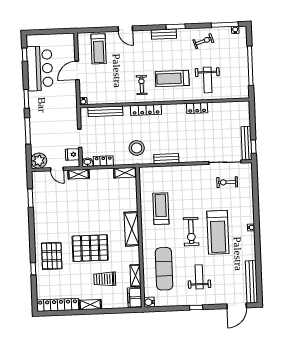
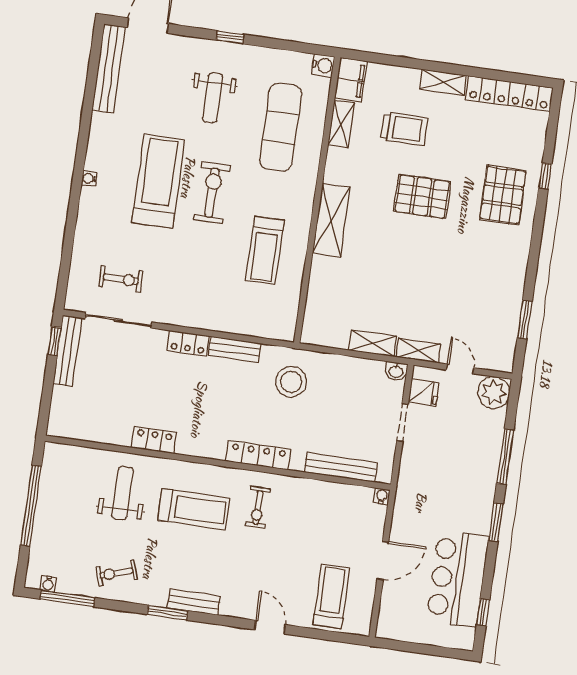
locker: (103, 161) -> (188, 343), moved
shelving: (125, 173) -> (373, 343), moved
pallet: (90, 248) -> (422, 197), width x0.73, depth x0.71

